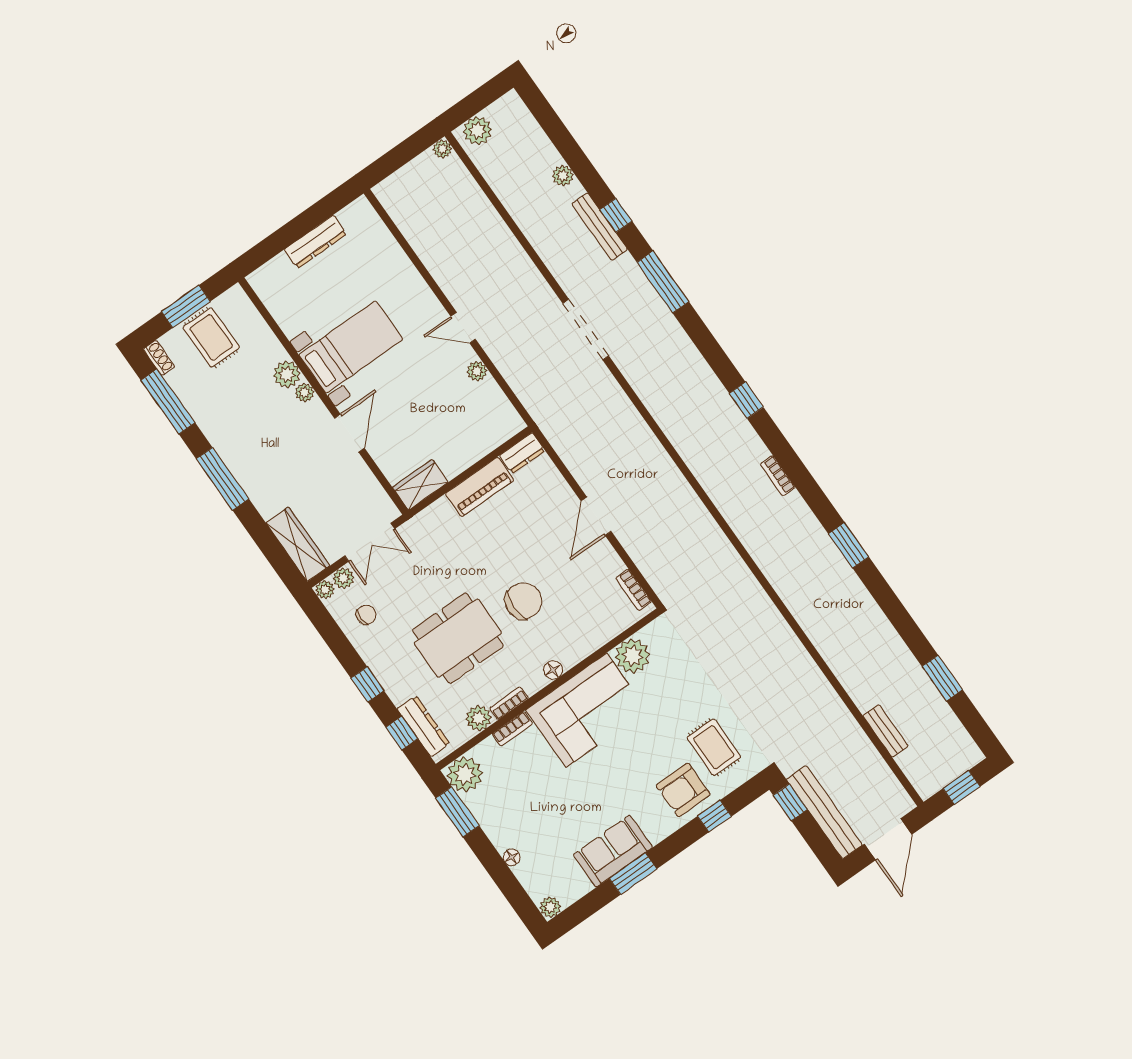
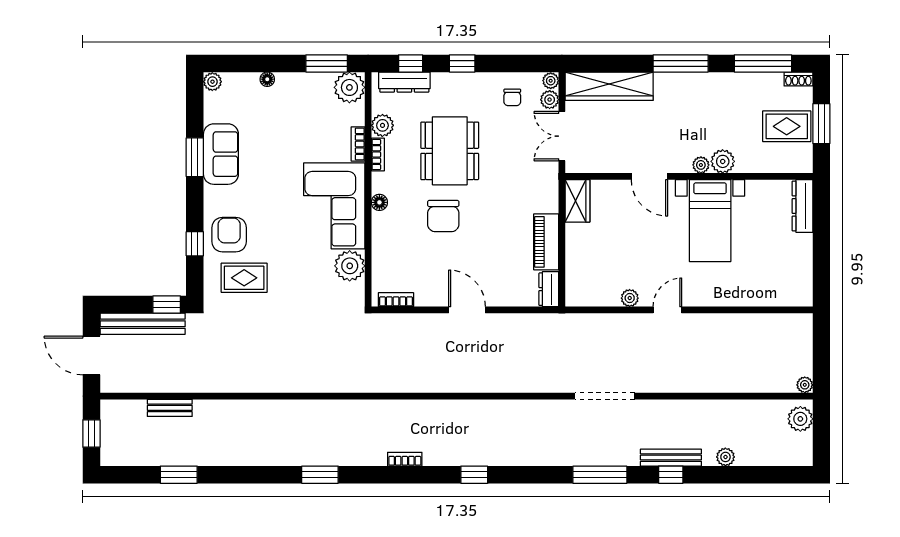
dresser: (315, 242) -> (802, 206), moved
wardrobe: (298, 544) -> (609, 86), width x1.40, depth x1.17

